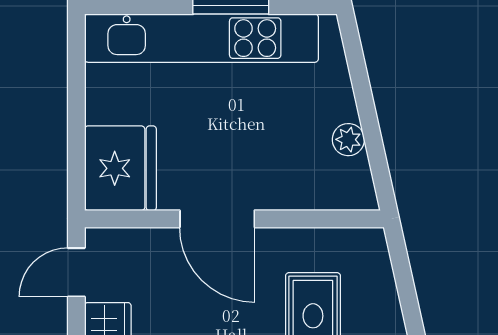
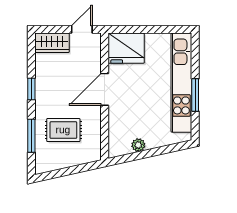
door: (76, 272) -> (82, 29), hinge flipped

